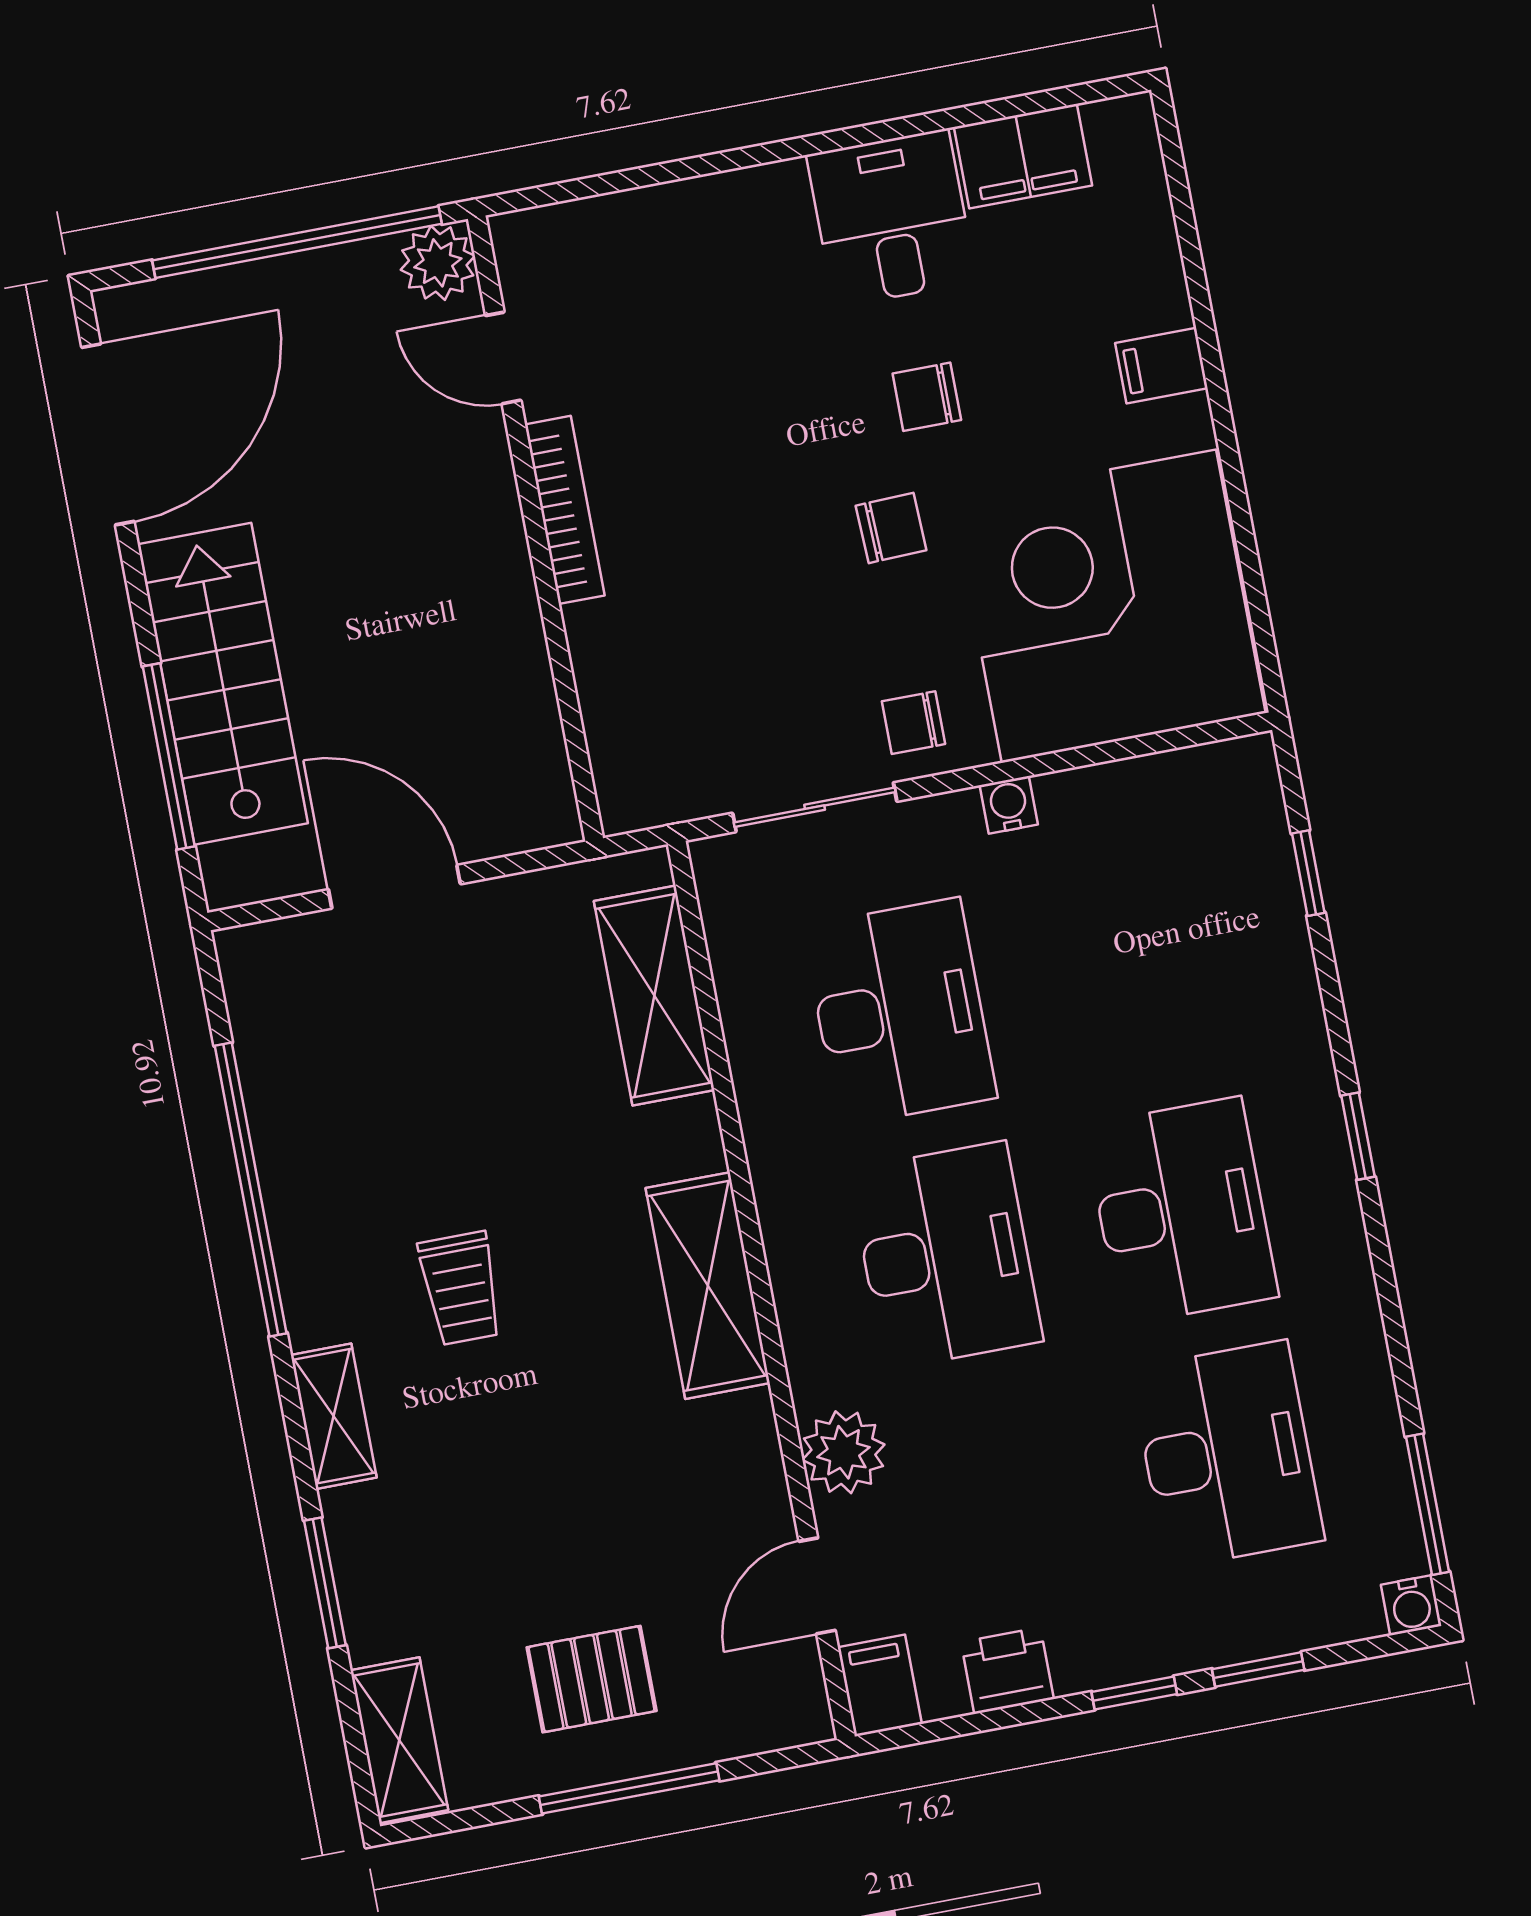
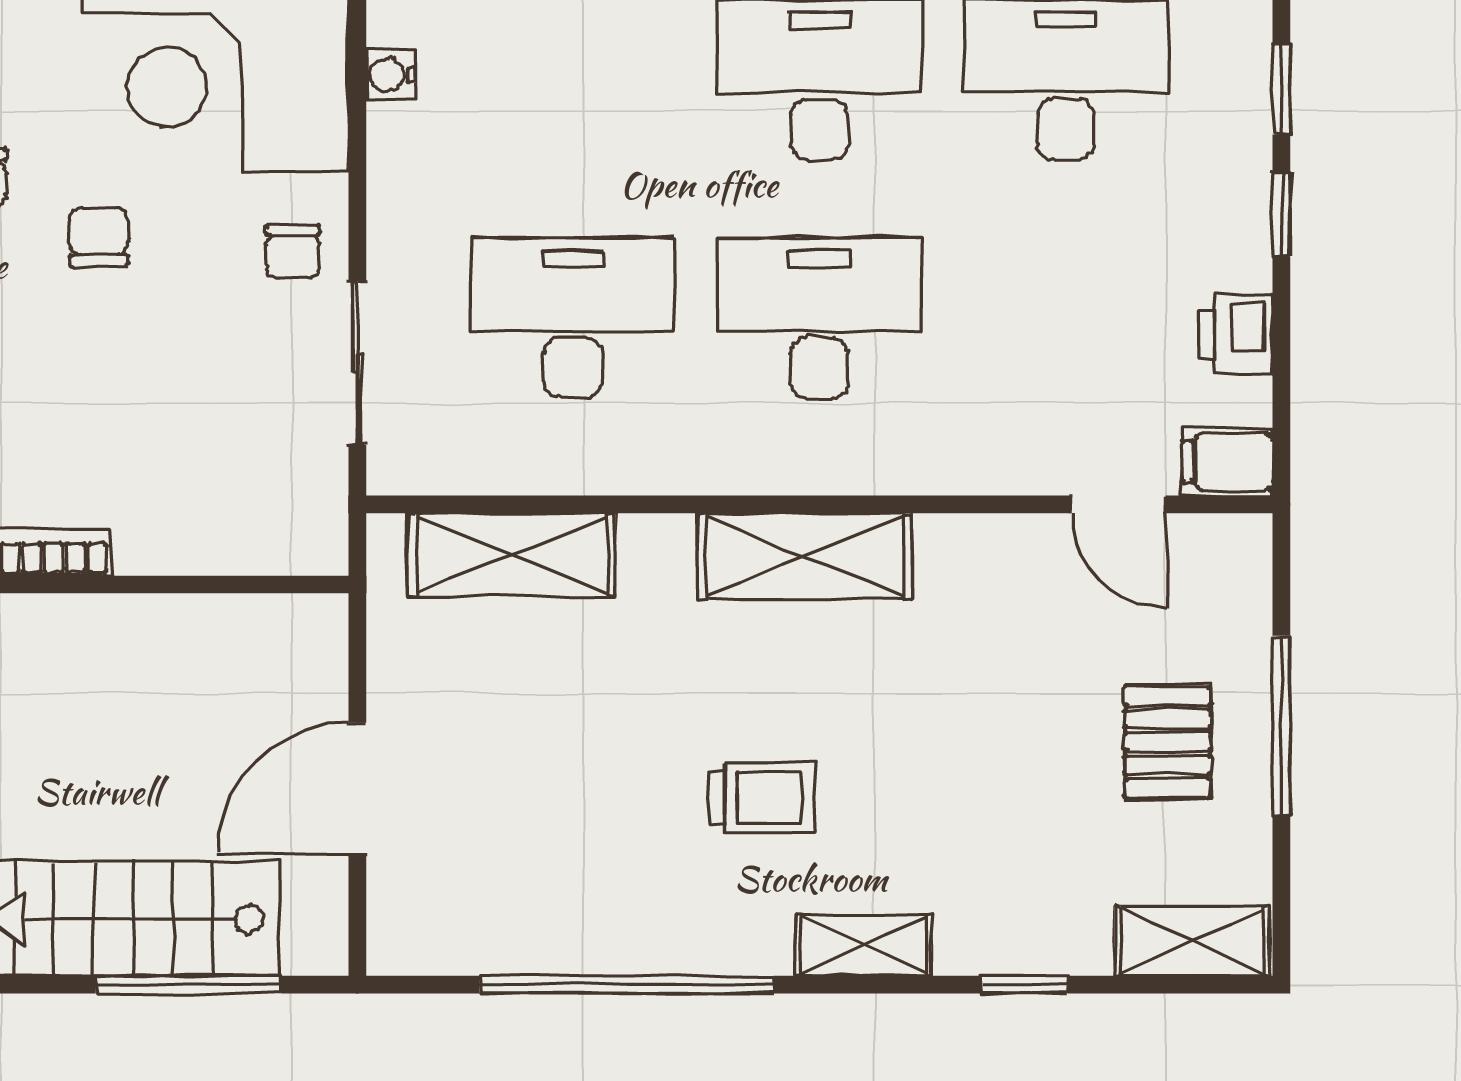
water cooler: (1009, 805) -> (391, 75), moved
plant: (843, 1452) -> (993, 454), removed
window: (325, 1583) -> (1024, 985), width x0.67

